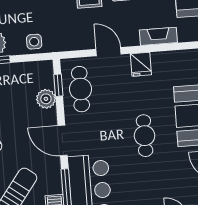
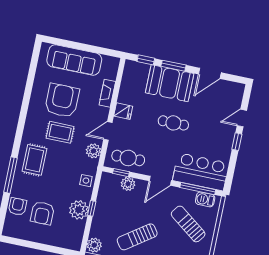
plant: (76, 40) -> (93, 151), added

